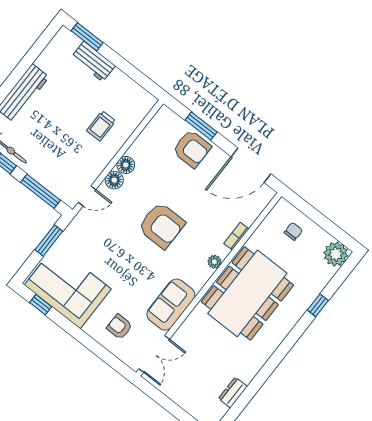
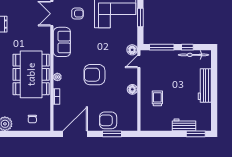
floor lamp: (114, 180) -> (132, 50), moved
window: (49, 241) -> (140, 17), moved

